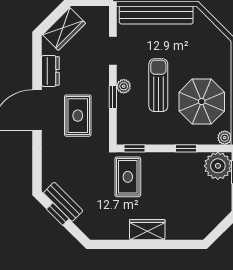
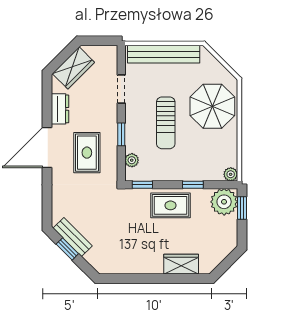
sun lounger: (158, 85) -> (166, 123), turned 180
plant: (124, 86) -> (132, 160), moved
parasol: (202, 102) -> (212, 106), moved
rug: (128, 177) -> (171, 205), moved, turned 90
wardrobe: (147, 230) -> (181, 264), moved

